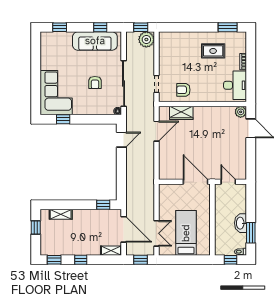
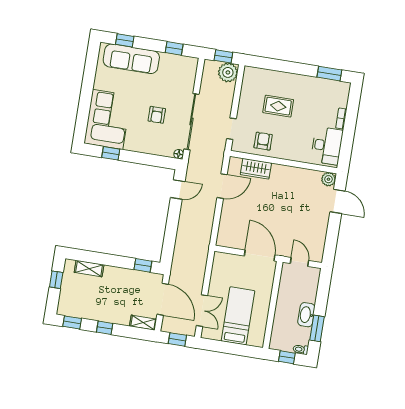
sofa: (95, 41) -> (131, 59), moved
rug: (213, 51) -> (278, 106), moved
armchair: (183, 90) -> (263, 141), turned 90

